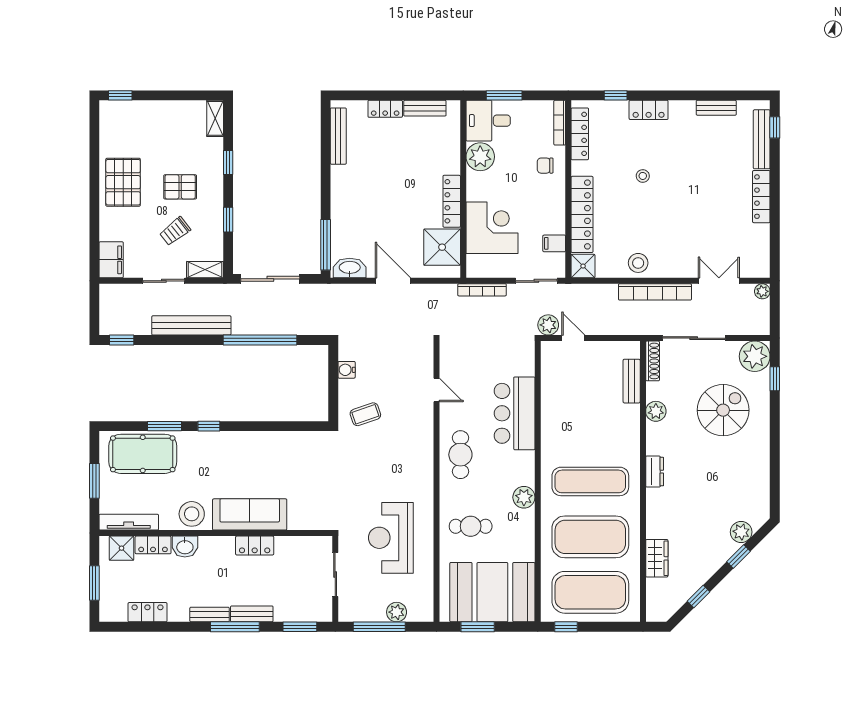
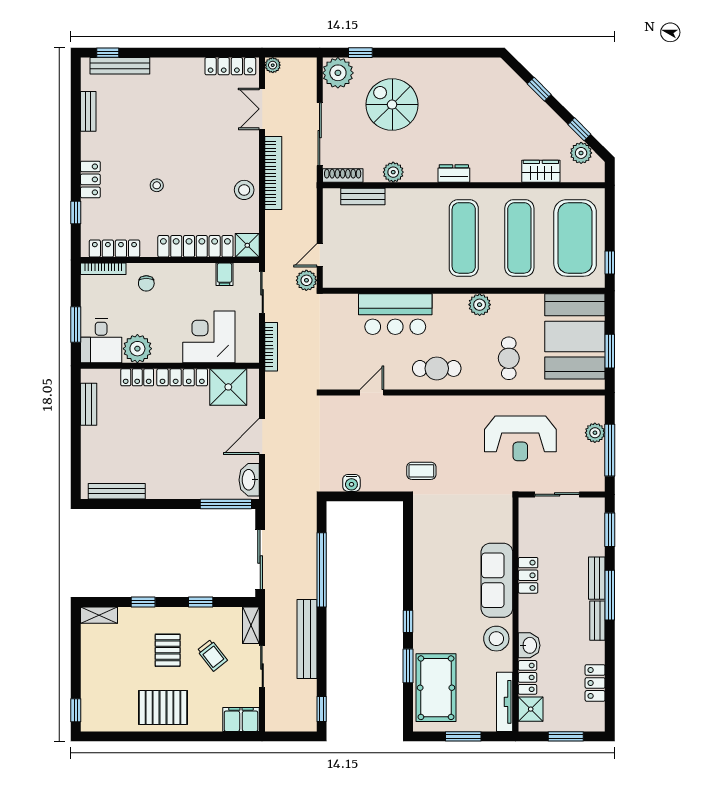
locker: (385, 109) -> (137, 377), moved, turned 90
locker: (761, 197) -> (230, 66), moved
coffee table: (365, 414) -> (421, 471), moved, turned -71
plant: (741, 532) -> (581, 153), moved
exercise mat: (590, 537) -> (519, 238), width x0.68

